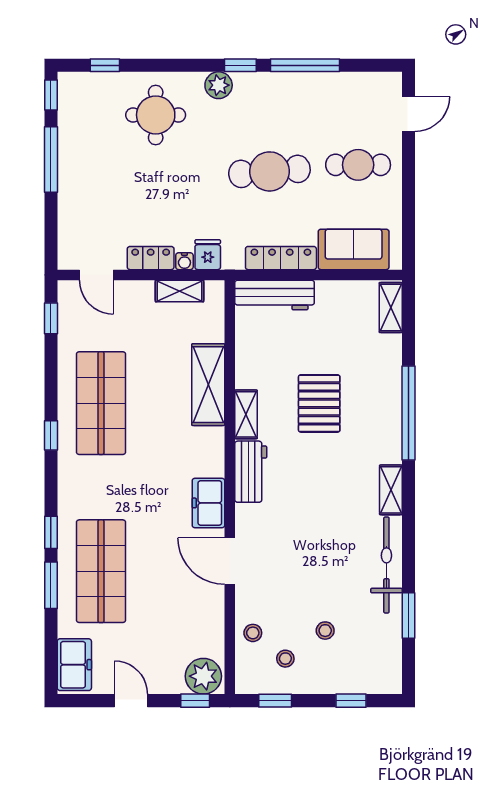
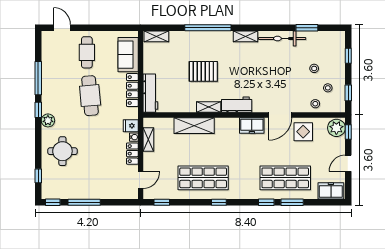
display table: (196, 608) -> (303, 132), added

